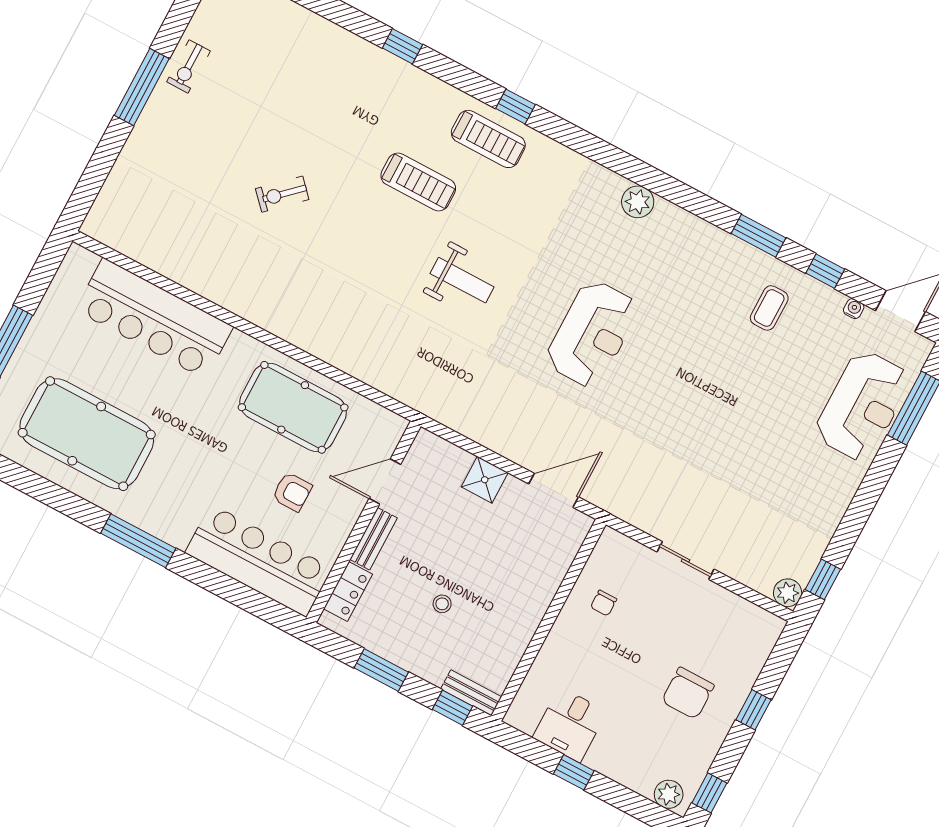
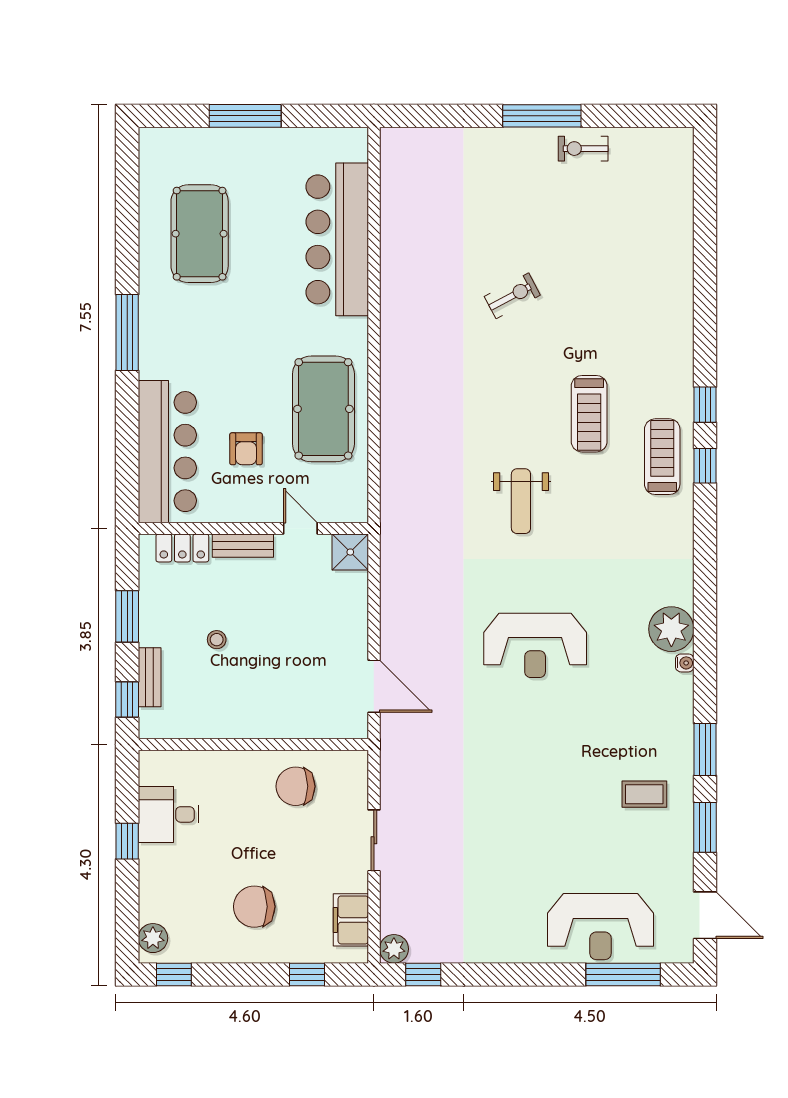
window: (402, 46) -> (705, 405), moved
treadmill: (488, 139) -> (662, 457), turned 180
exercise bike: (282, 194) -> (512, 296), turned 105
plant: (638, 202) -> (671, 629), width x1.36, depth x1.36
window: (825, 271) -> (705, 827), width x1.50
water cooler: (854, 309) -> (685, 663), moved
pool table: (87, 434) -> (200, 234), width x0.73, depth x0.76
shower: (485, 480) -> (350, 552), moved
door: (385, 481) -> (300, 528), width x0.73
chair: (604, 603) -> (296, 786), width x1.87, depth x1.87
filing cabinet: (743, 617) -> (351, 920), added
bench: (471, 693) -> (150, 677), moved
window: (754, 710) -> (307, 974), moved

